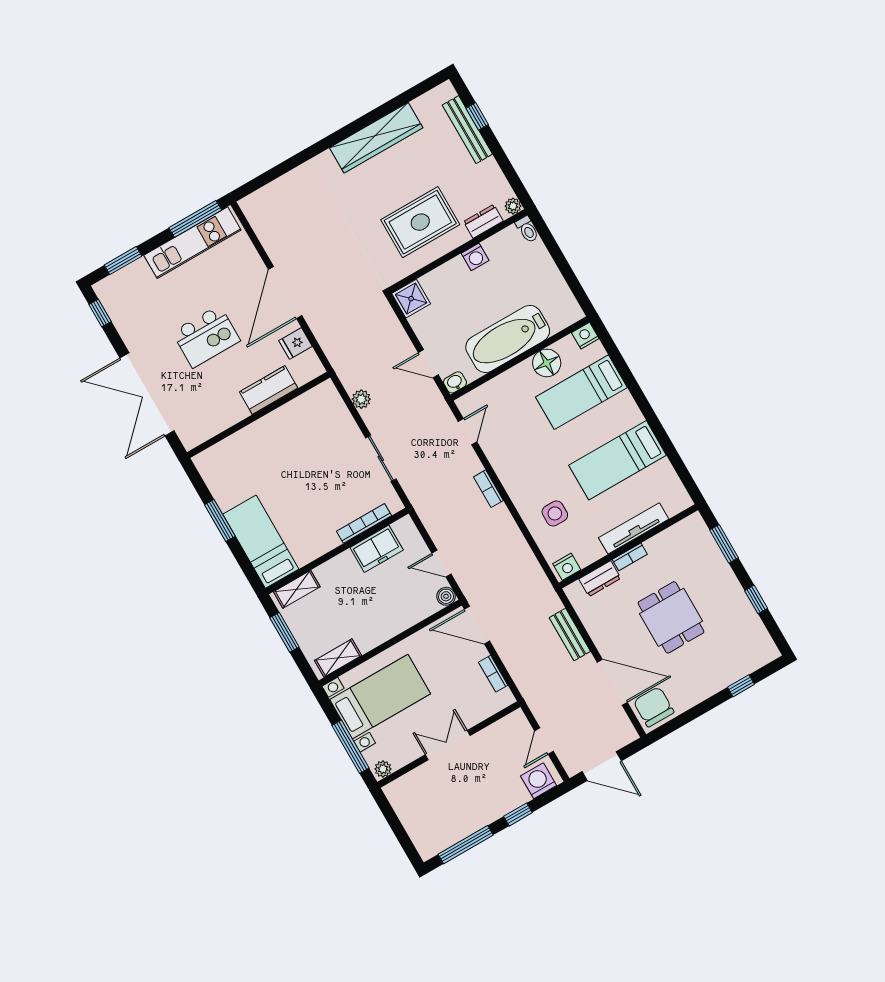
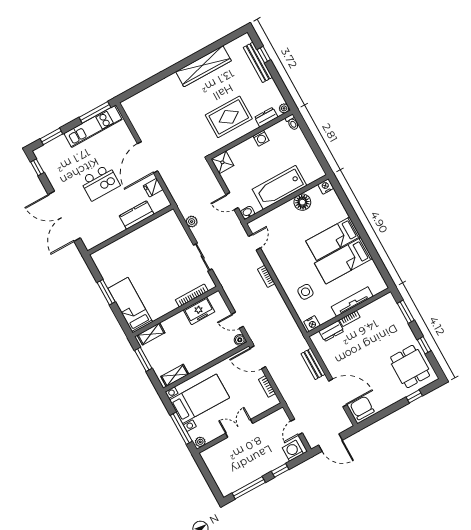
bed: (581, 392) -> (333, 239), moved
dining table: (671, 617) -> (410, 366), moved

